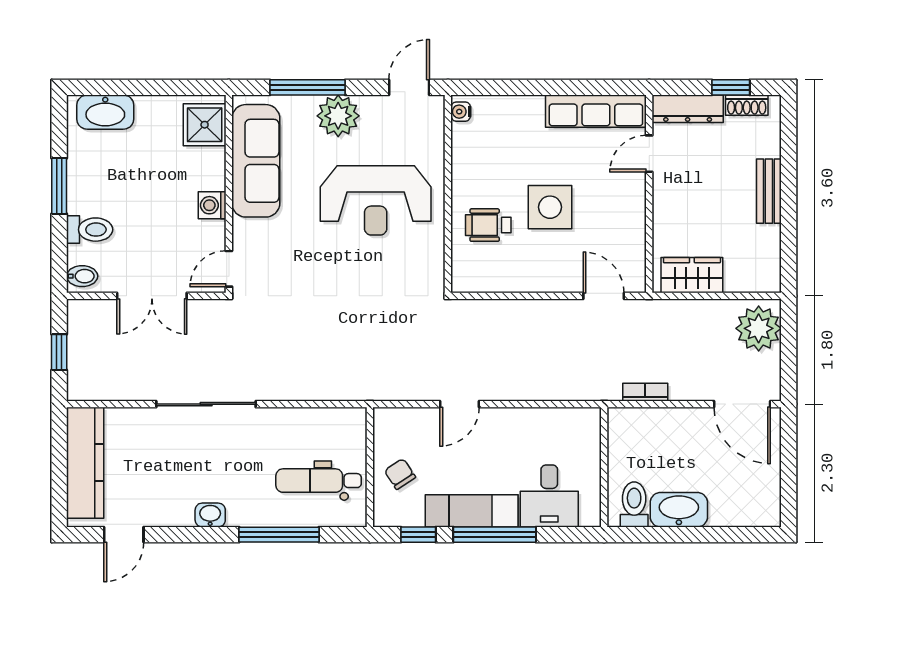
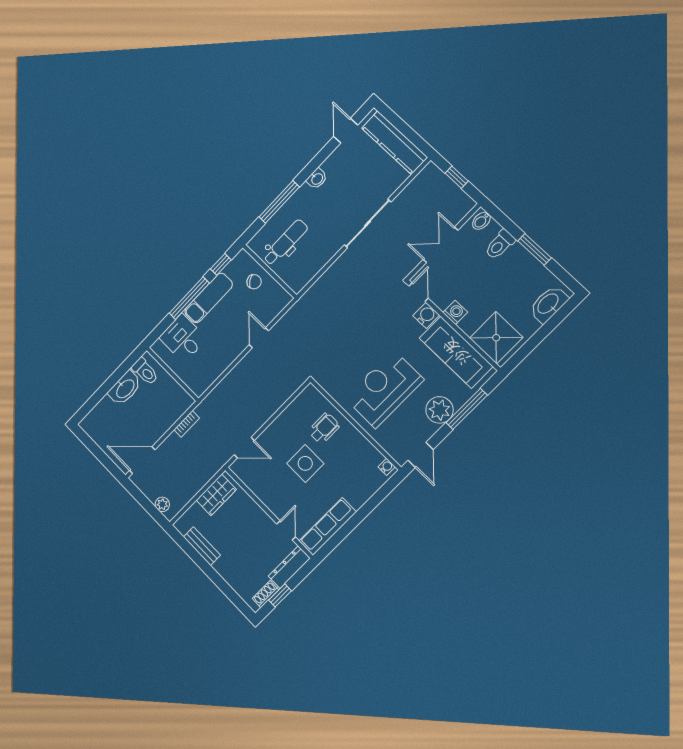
shower: (205, 125) -> (496, 338), width x1.36, depth x1.36
bench: (769, 191) -> (202, 546), moved
water cooler: (247, 235) -> (426, 315), added
plant: (759, 328) -> (162, 504), width x0.53, depth x0.53

